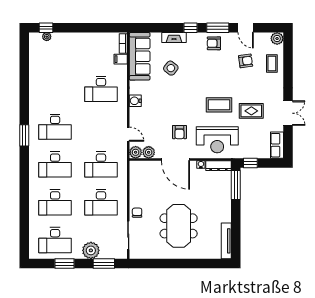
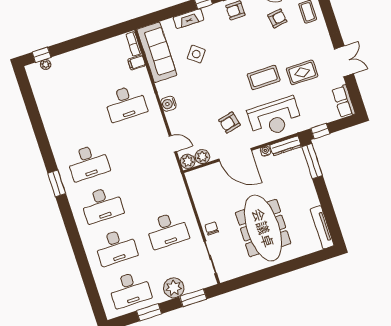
armchair: (179, 132) -> (229, 123), turned 77
desk: (101, 165) -> (153, 188), removed
meeting table: (179, 226) -> (263, 228), width x1.36

